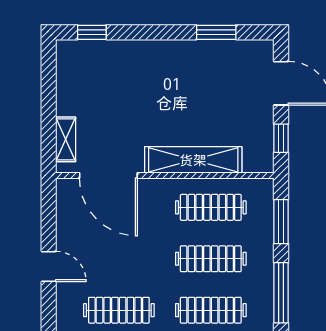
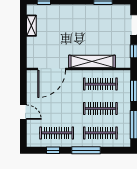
shelving: (66, 139) -> (31, 26), moved
door: (108, 175) -> (52, 69), hinge flipped

